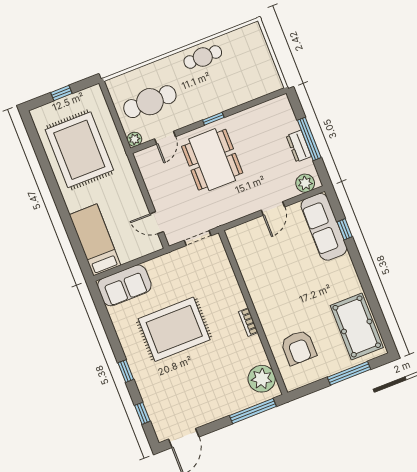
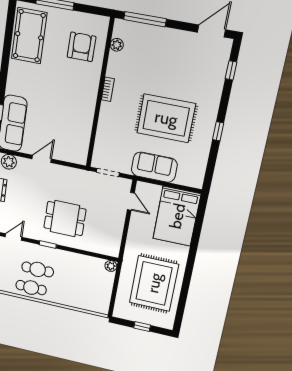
cafe table: (150, 102) -> (38, 269), moved, width x0.73, depth x0.74
door: (165, 138) -> (13, 237), moved
dining table: (212, 160) -> (65, 219), width x0.73
bed: (95, 240) -> (177, 216), width x1.50
sofa: (124, 285) -> (154, 167), moved
window: (126, 371) -> (218, 131), moved
plant: (262, 379) -> (117, 45), width x0.53, depth x0.53

